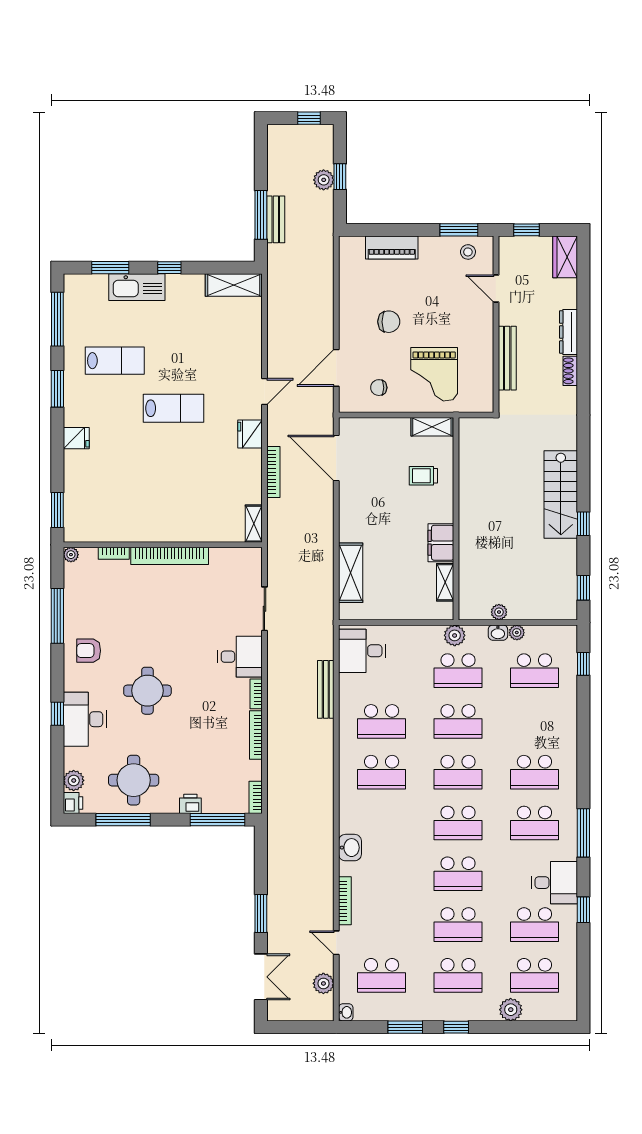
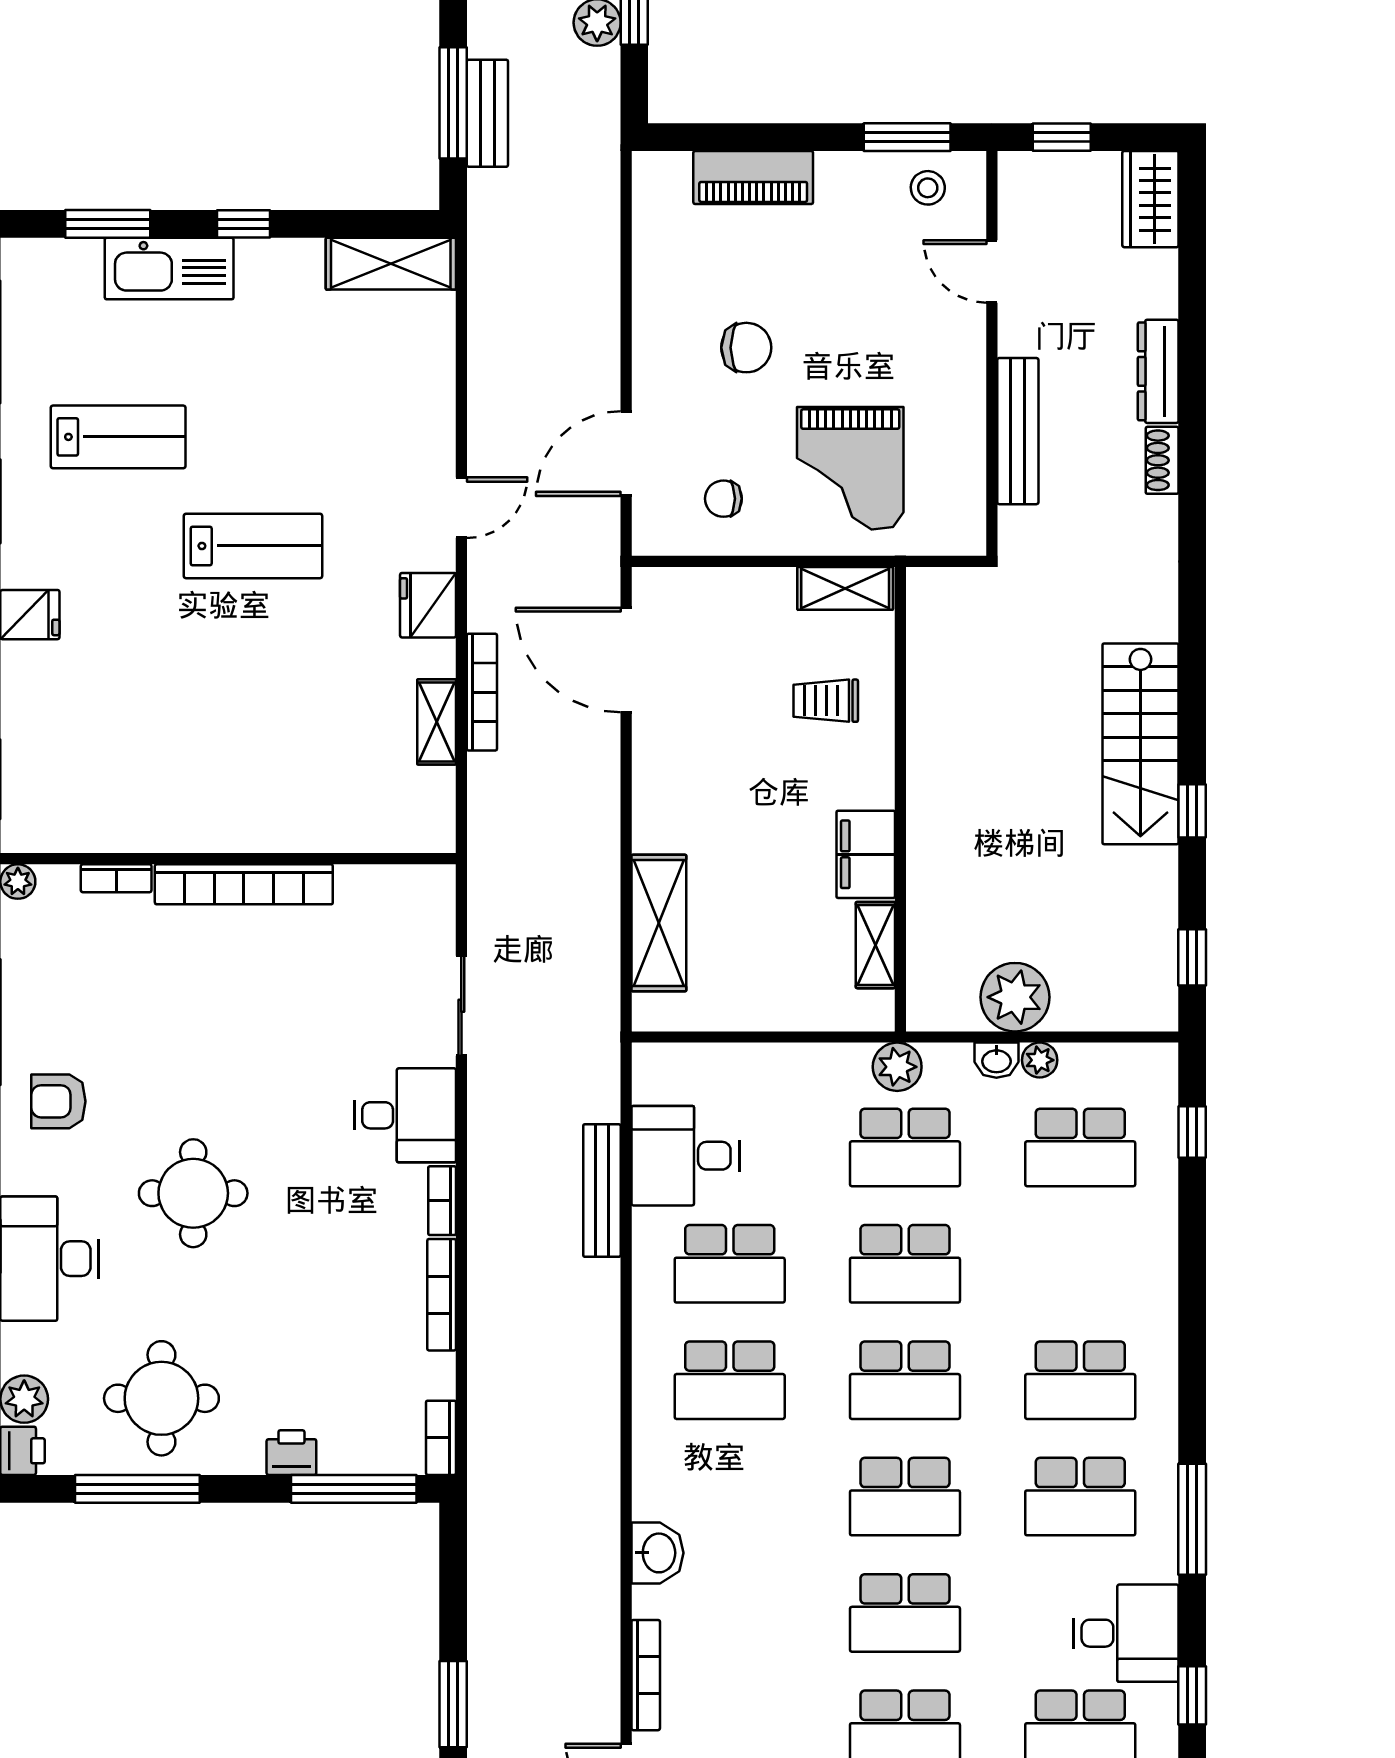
shelving: (254, 524) -> (437, 722), moved
plant: (499, 612) -> (1015, 997), width x1.88, depth x1.88
desk: (362, 651) -> (685, 1156), moved

